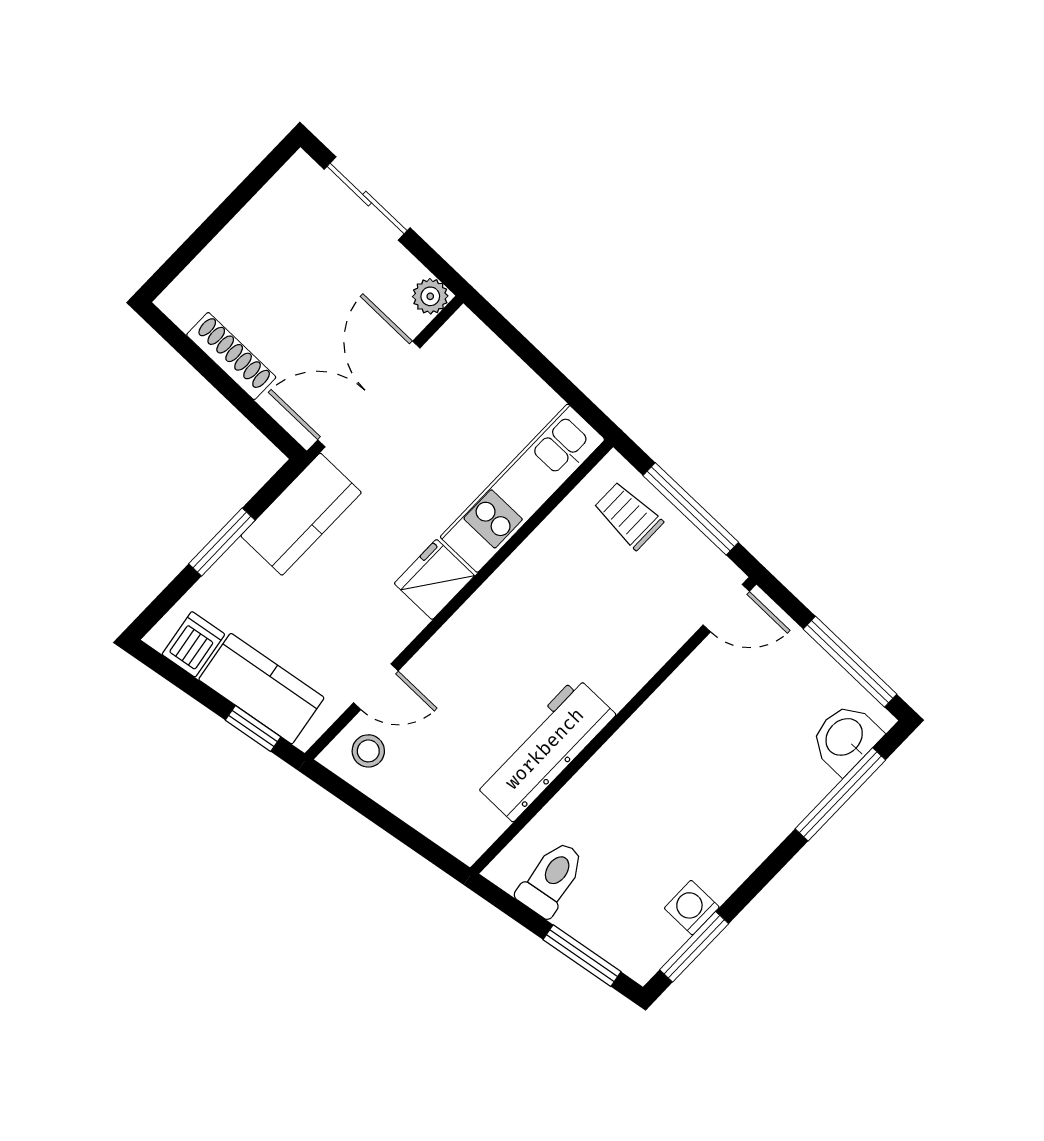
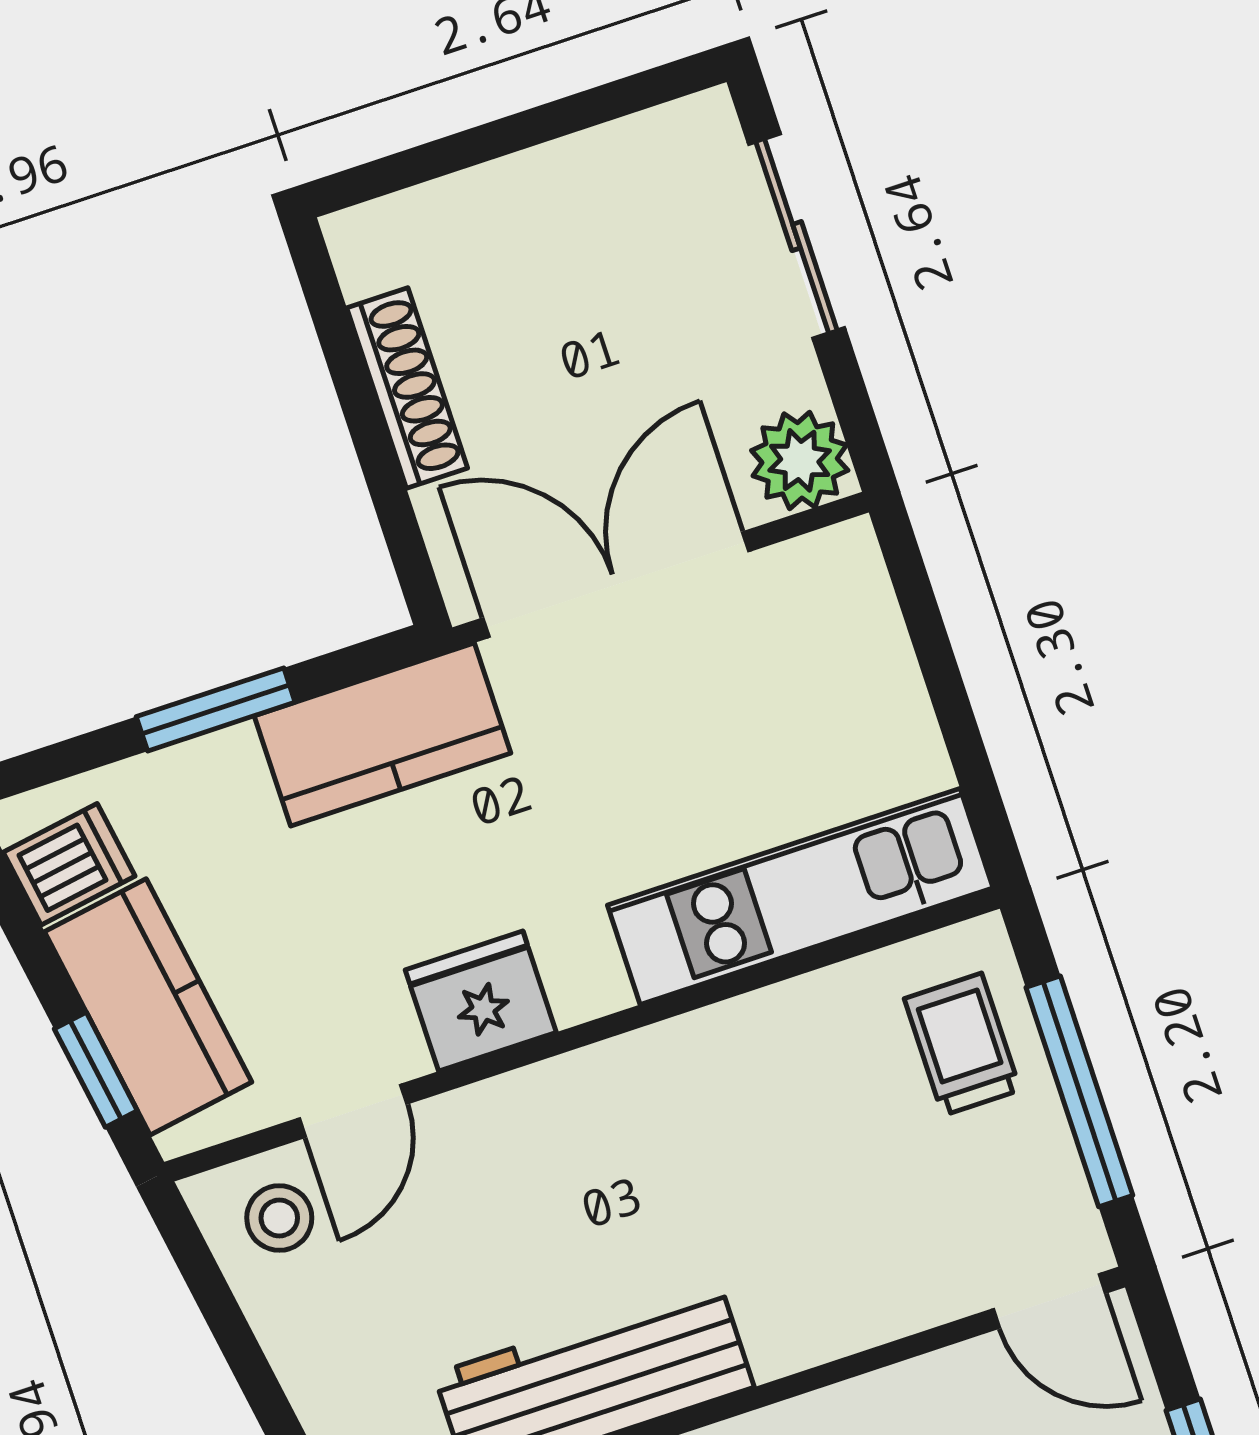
plant: (430, 296) -> (800, 460), width x1.38, depth x1.38
fridge: (434, 579) -> (481, 1001), moved
door: (376, 687) -> (353, 1111), hinge flipped

